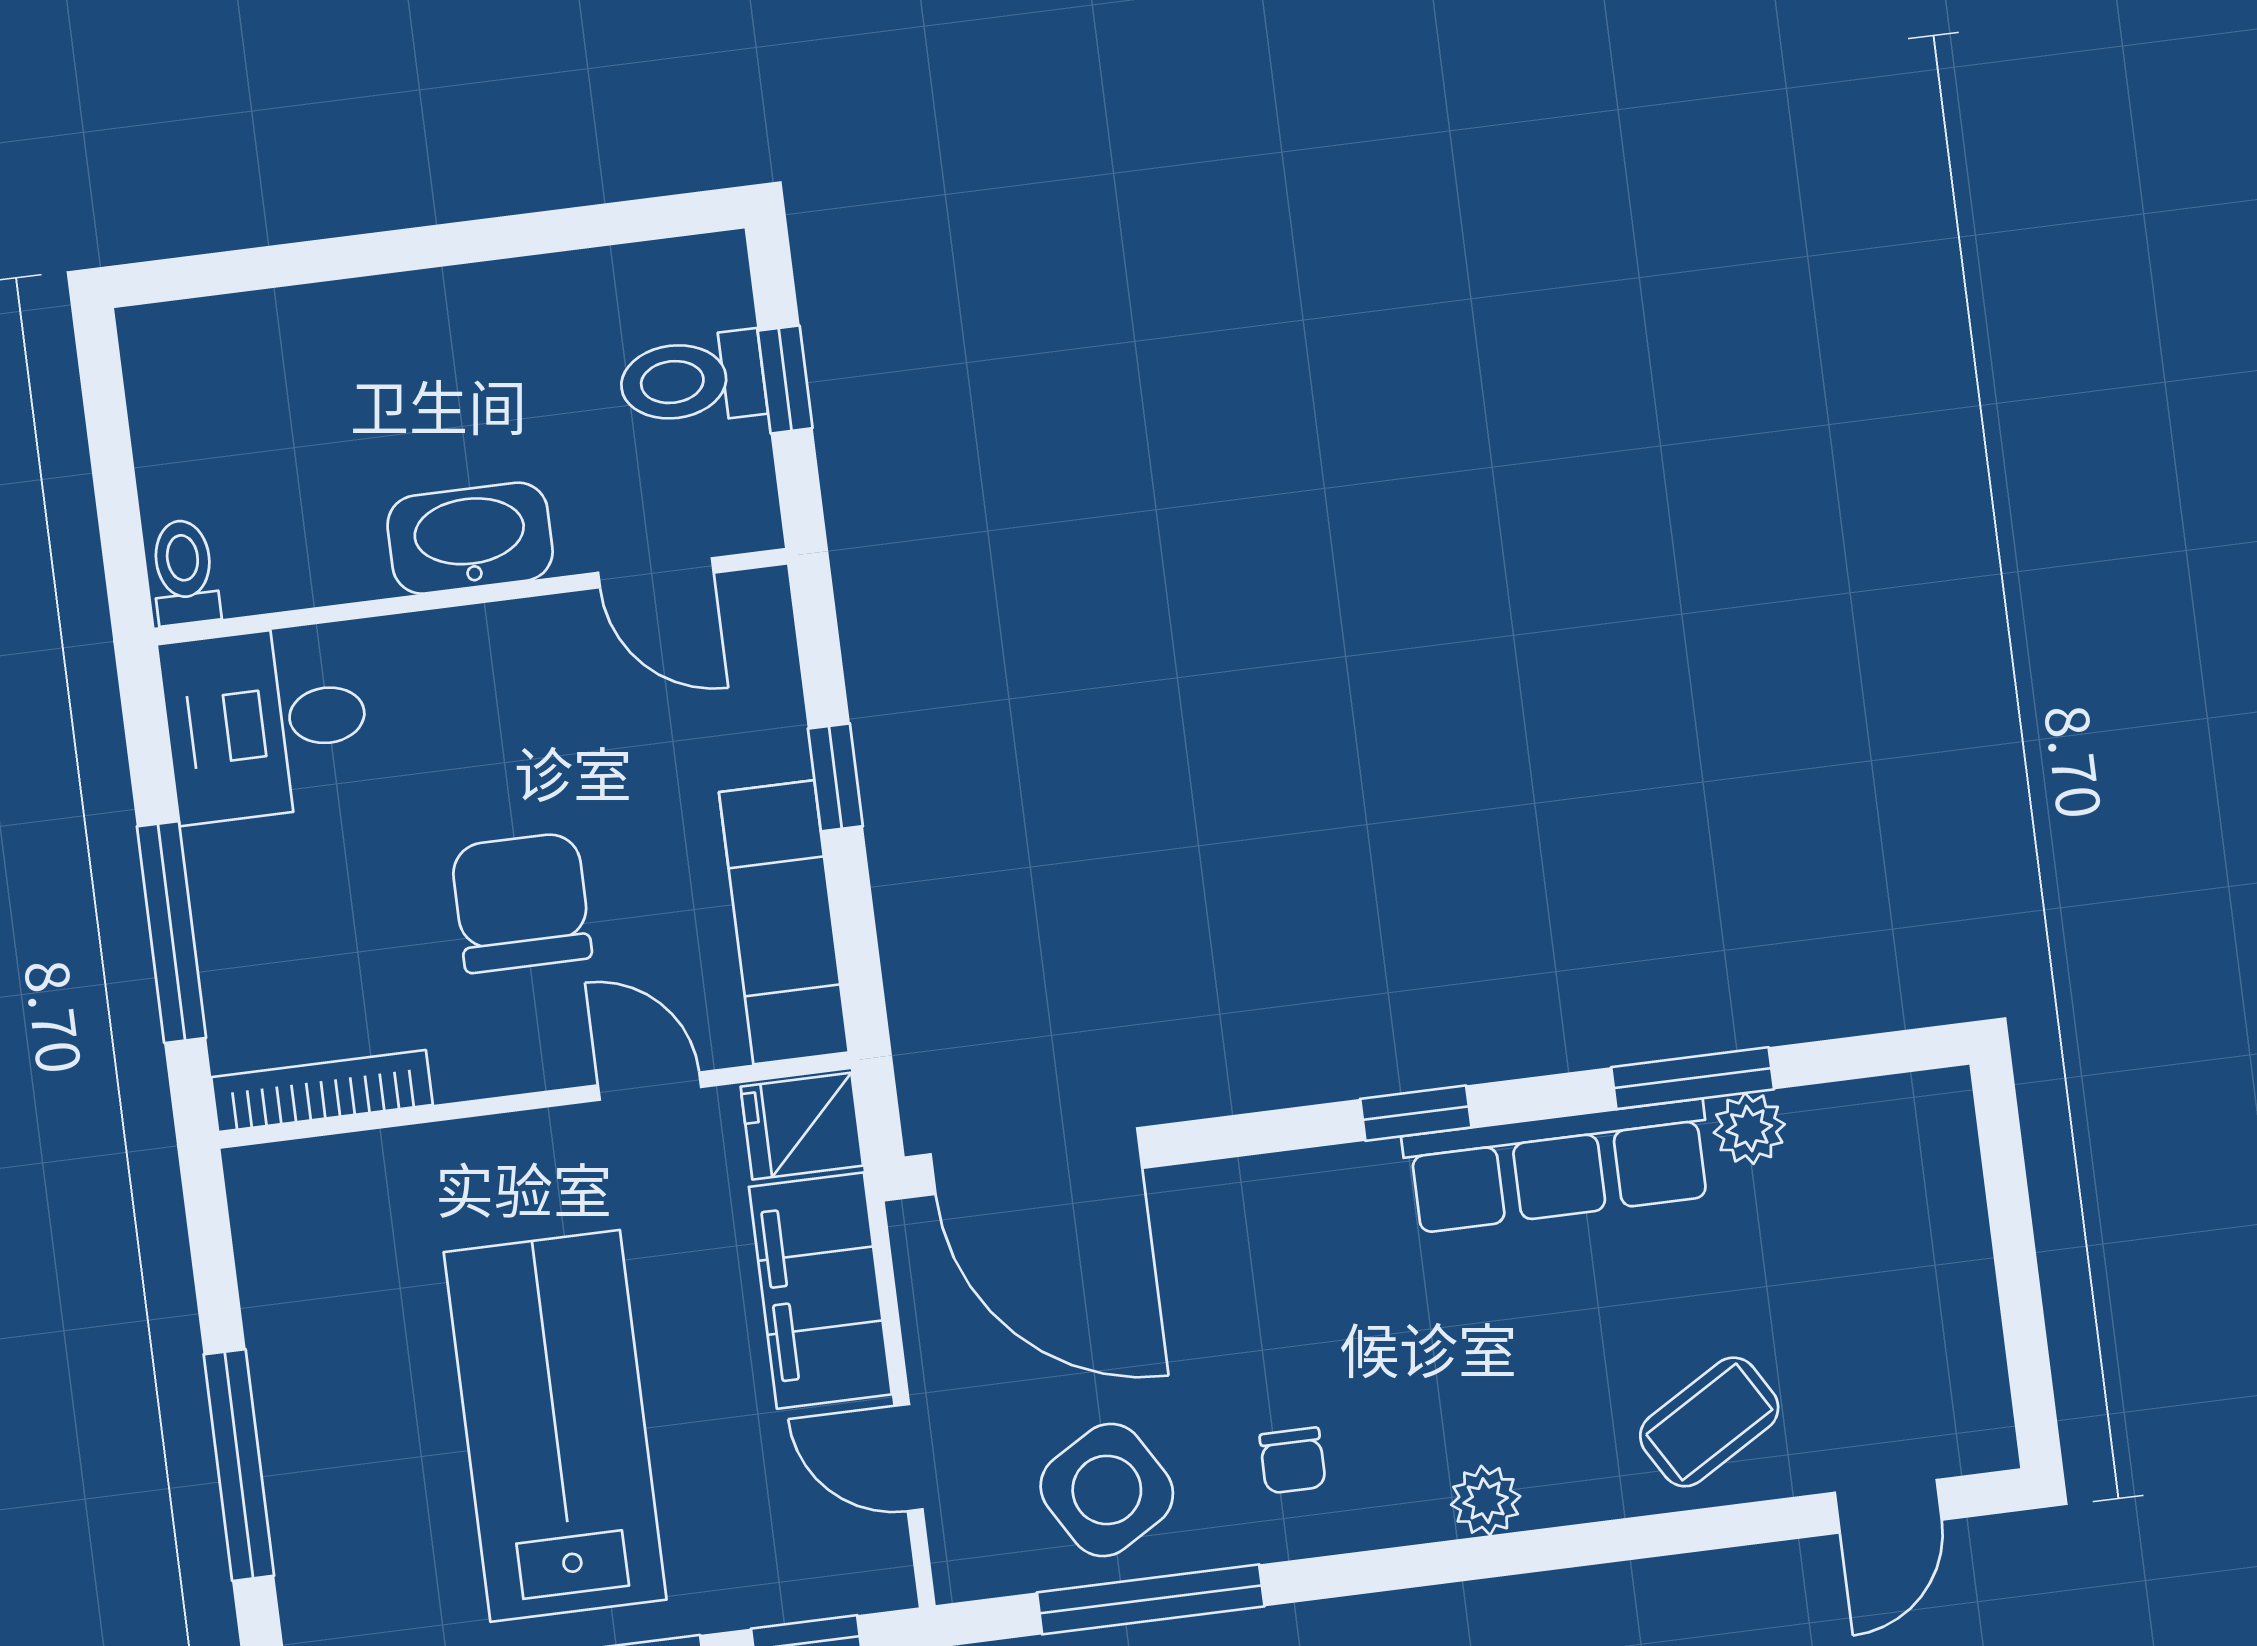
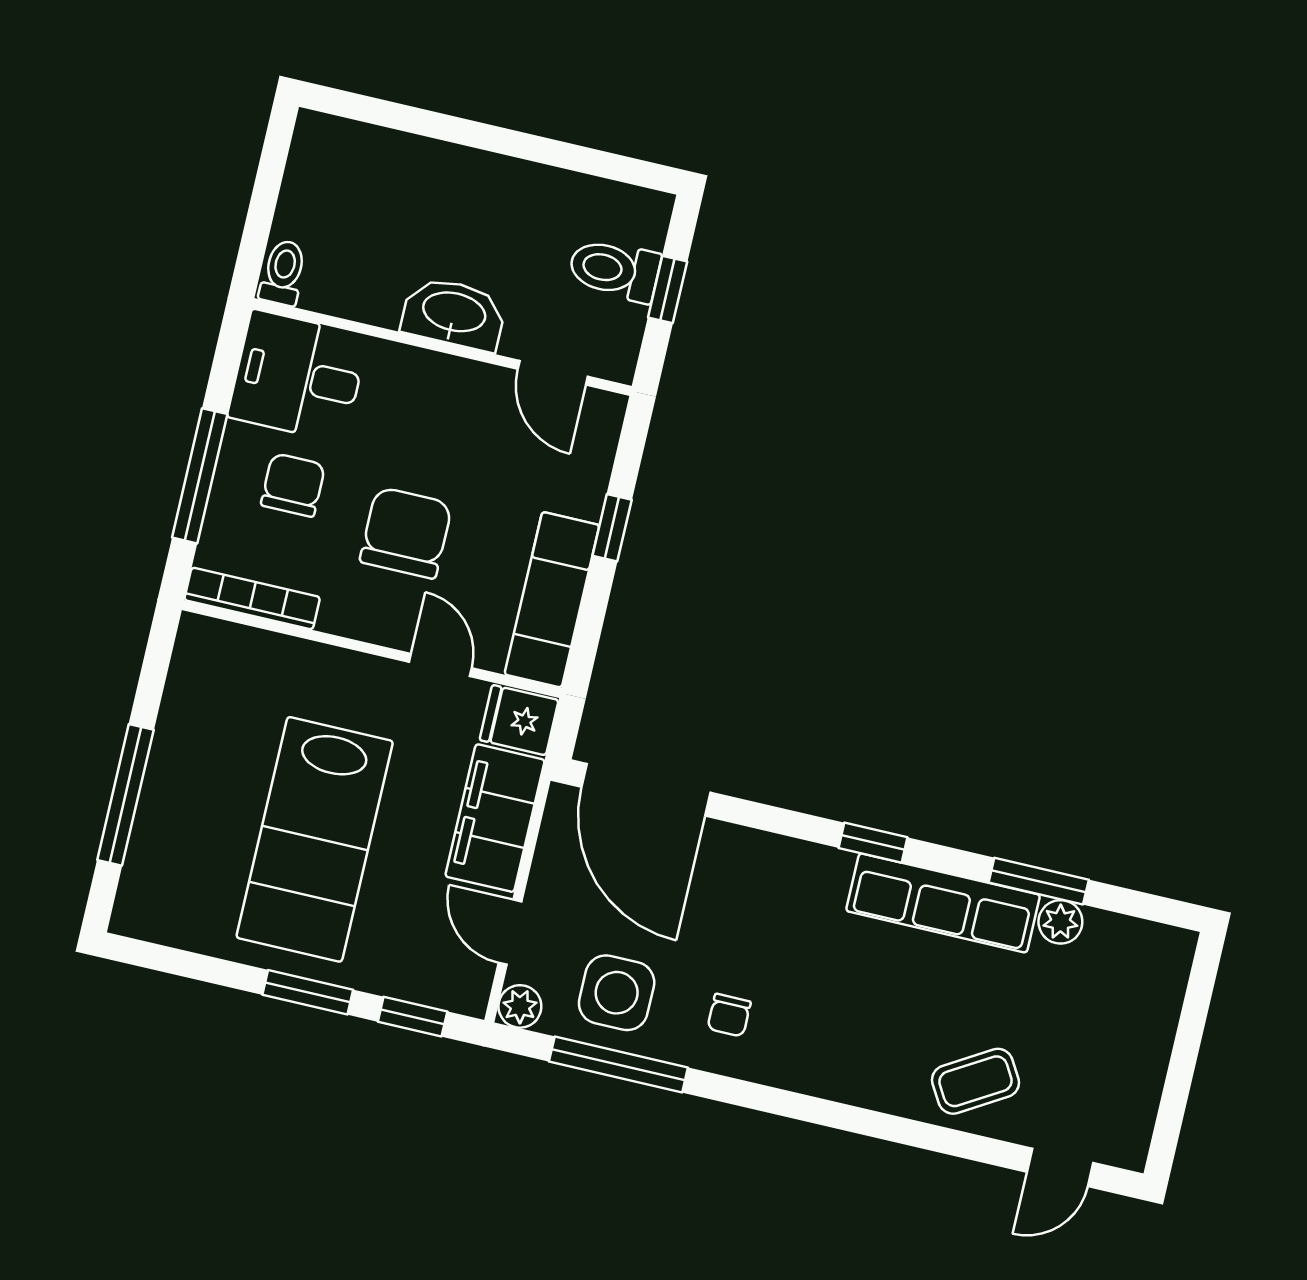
chair: (320, 893) -> (293, 485), added
lab bench: (555, 1426) -> (315, 839), turned 180
side table: (1107, 1490) -> (617, 993), turned 31
plant: (1486, 1500) -> (520, 1006), moved

